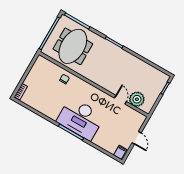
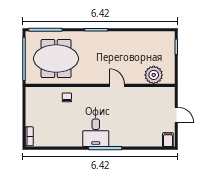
meeting table: (73, 46) -> (56, 59), turned 90
door: (120, 100) -> (117, 85), moved
desk: (80, 119) -> (96, 133), width x0.53, depth x0.77

